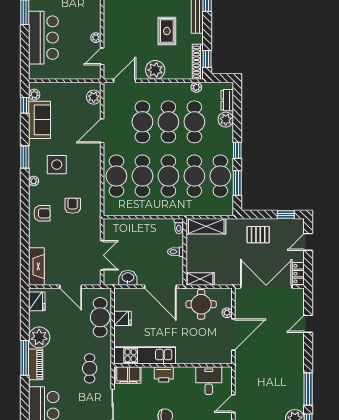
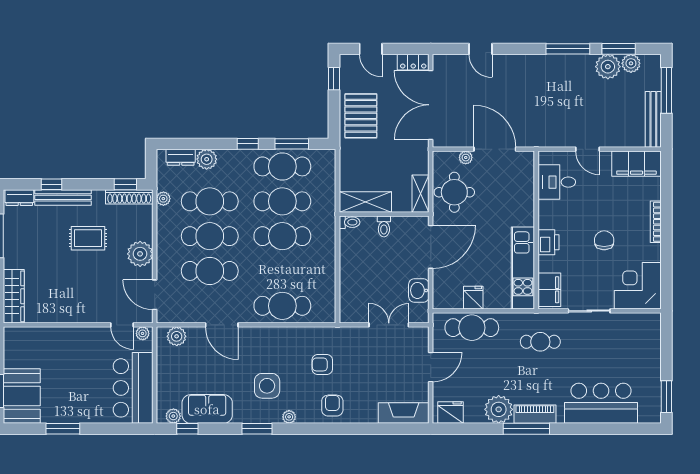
bar counter: (43, 38) -> (133, 388), moved, turned -90
plant: (96, 38) -> (143, 333), moved
cafe table: (142, 176) -> (282, 271), removed
shelving: (206, 226) -> (365, 202), moved, turned 90
pallet: (258, 235) -> (361, 116), width x1.50, depth x1.42

